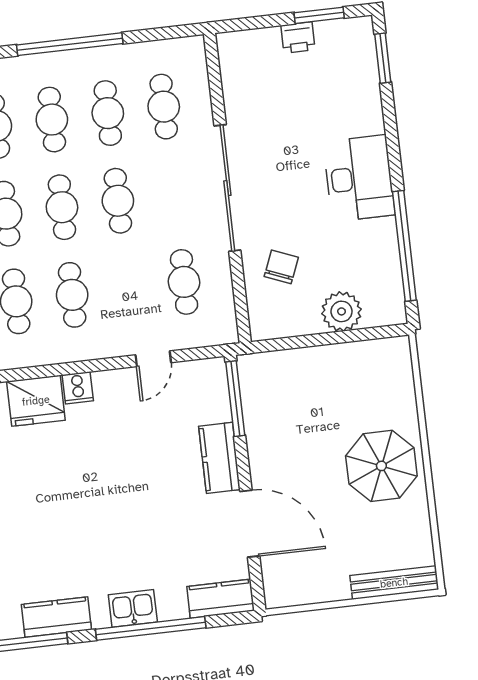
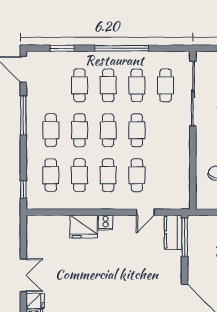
sliding door: (227, 188) -> (193, 94), moved
cafe table: (184, 282) -> (137, 175), moved
kitchen counter: (220, 458) -> (173, 232), moved

